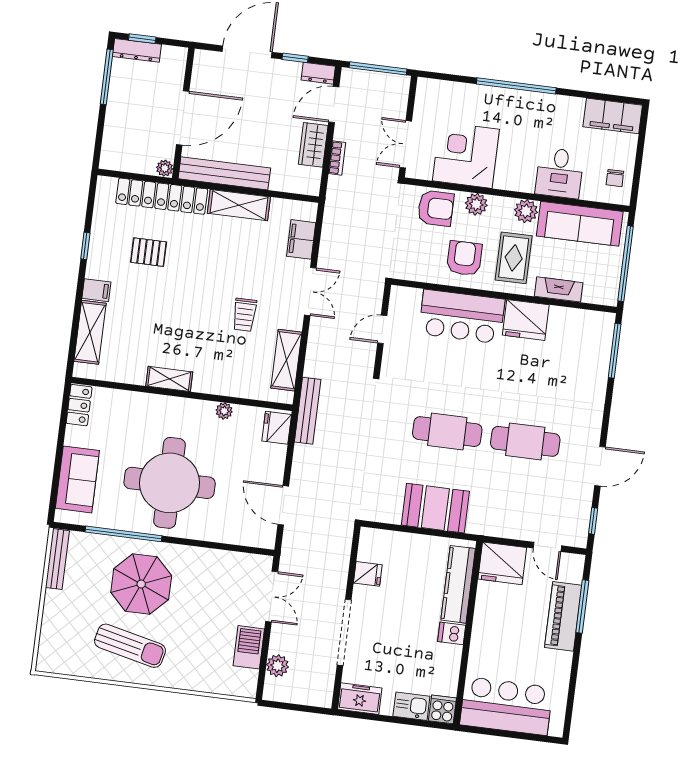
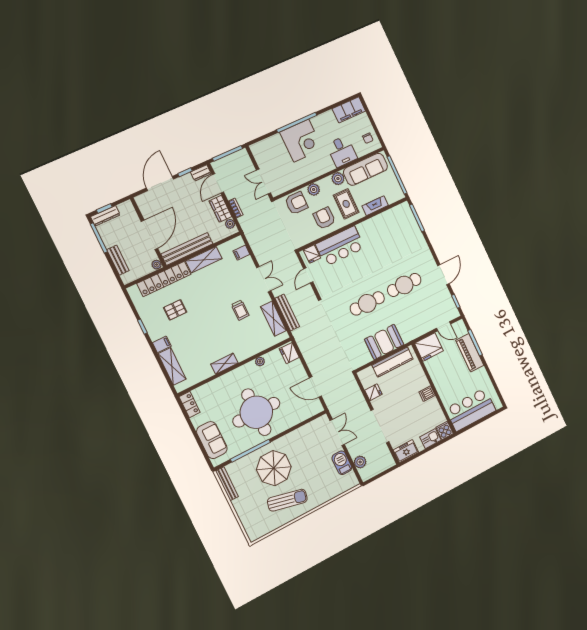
bench: (113, 126) -> (118, 260), added
corner desk: (466, 155) -> (301, 141), moved, turned 180
plant: (313, 176) -> (230, 224), added
filing cabinet: (301, 239) -> (241, 253), width x0.50
fridge: (526, 320) -> (312, 254), moved, width x0.53, depth x0.75
bench: (308, 411) -> (287, 312), moved
kitchen counter: (458, 584) -> (392, 362), moved, turned -90

